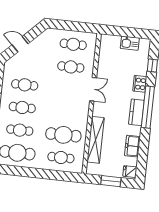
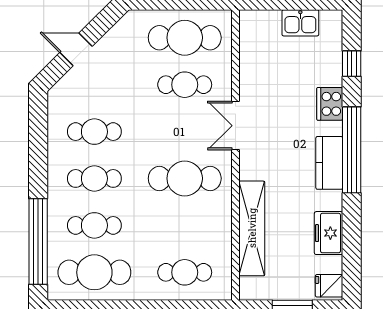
cafe table: (73, 44) -> (185, 38), width x1.37, depth x1.35
double door: (93, 89) -> (235, 126), swing flipped
cafe table: (63, 135) -> (185, 178), moved

